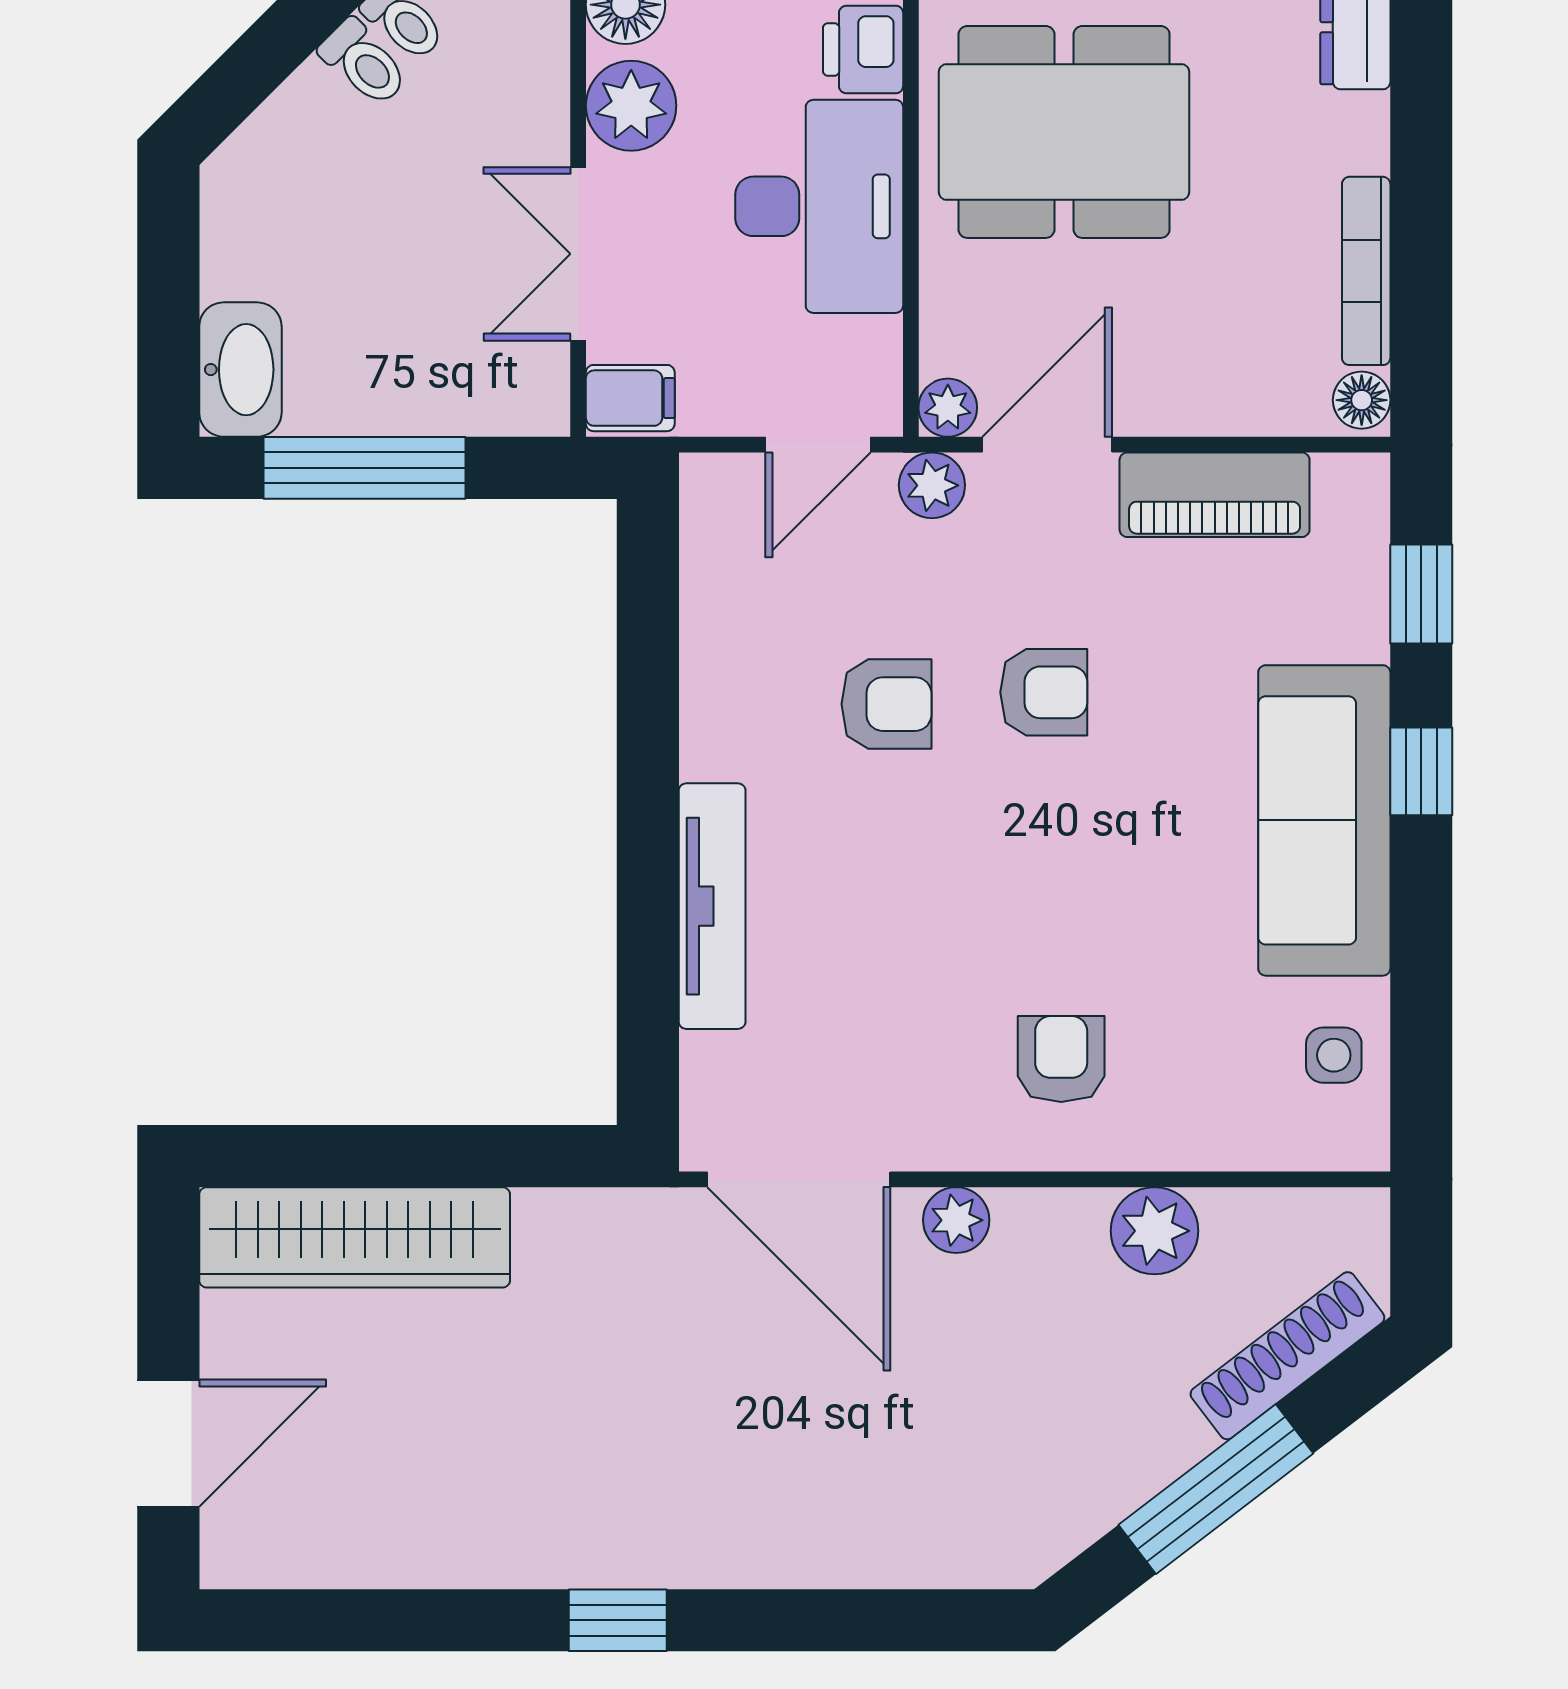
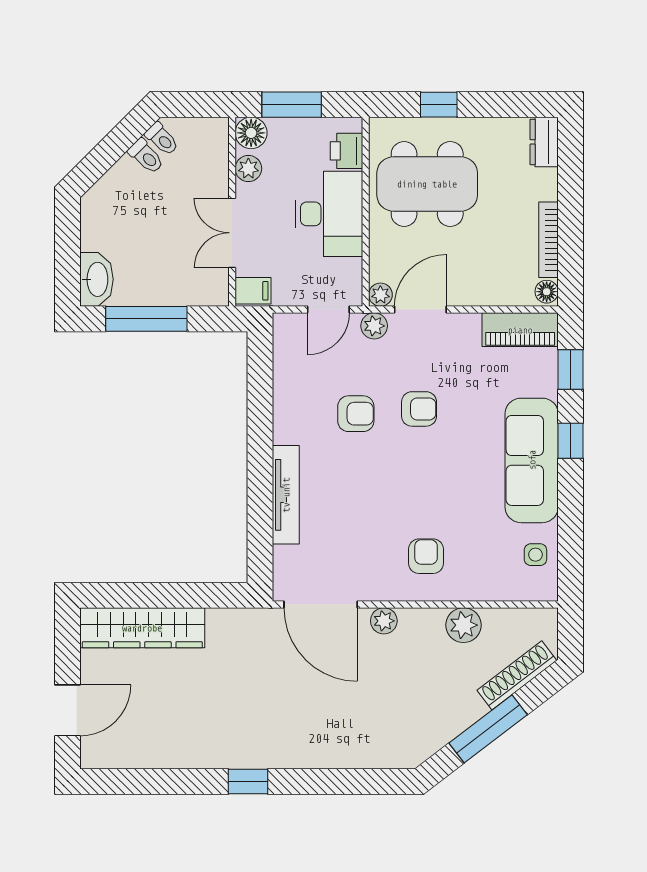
plant: (631, 106) -> (248, 169), width x0.73, depth x0.73
piano: (1215, 495) -> (520, 330), moved

